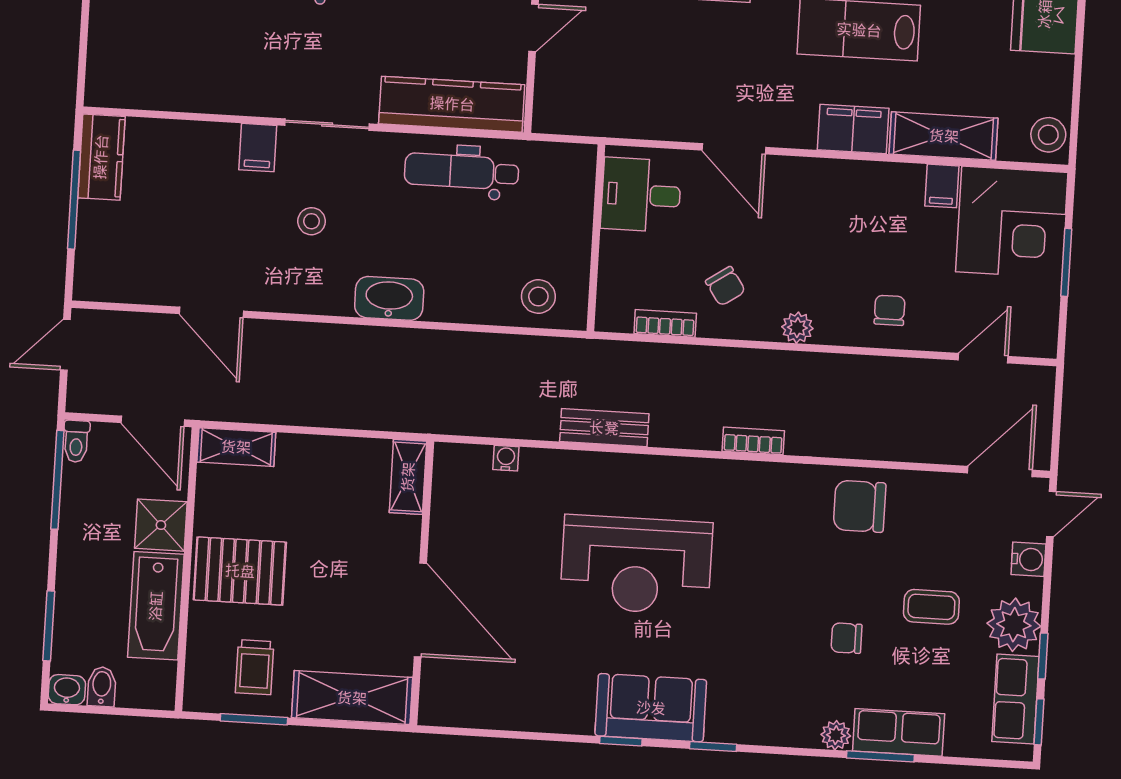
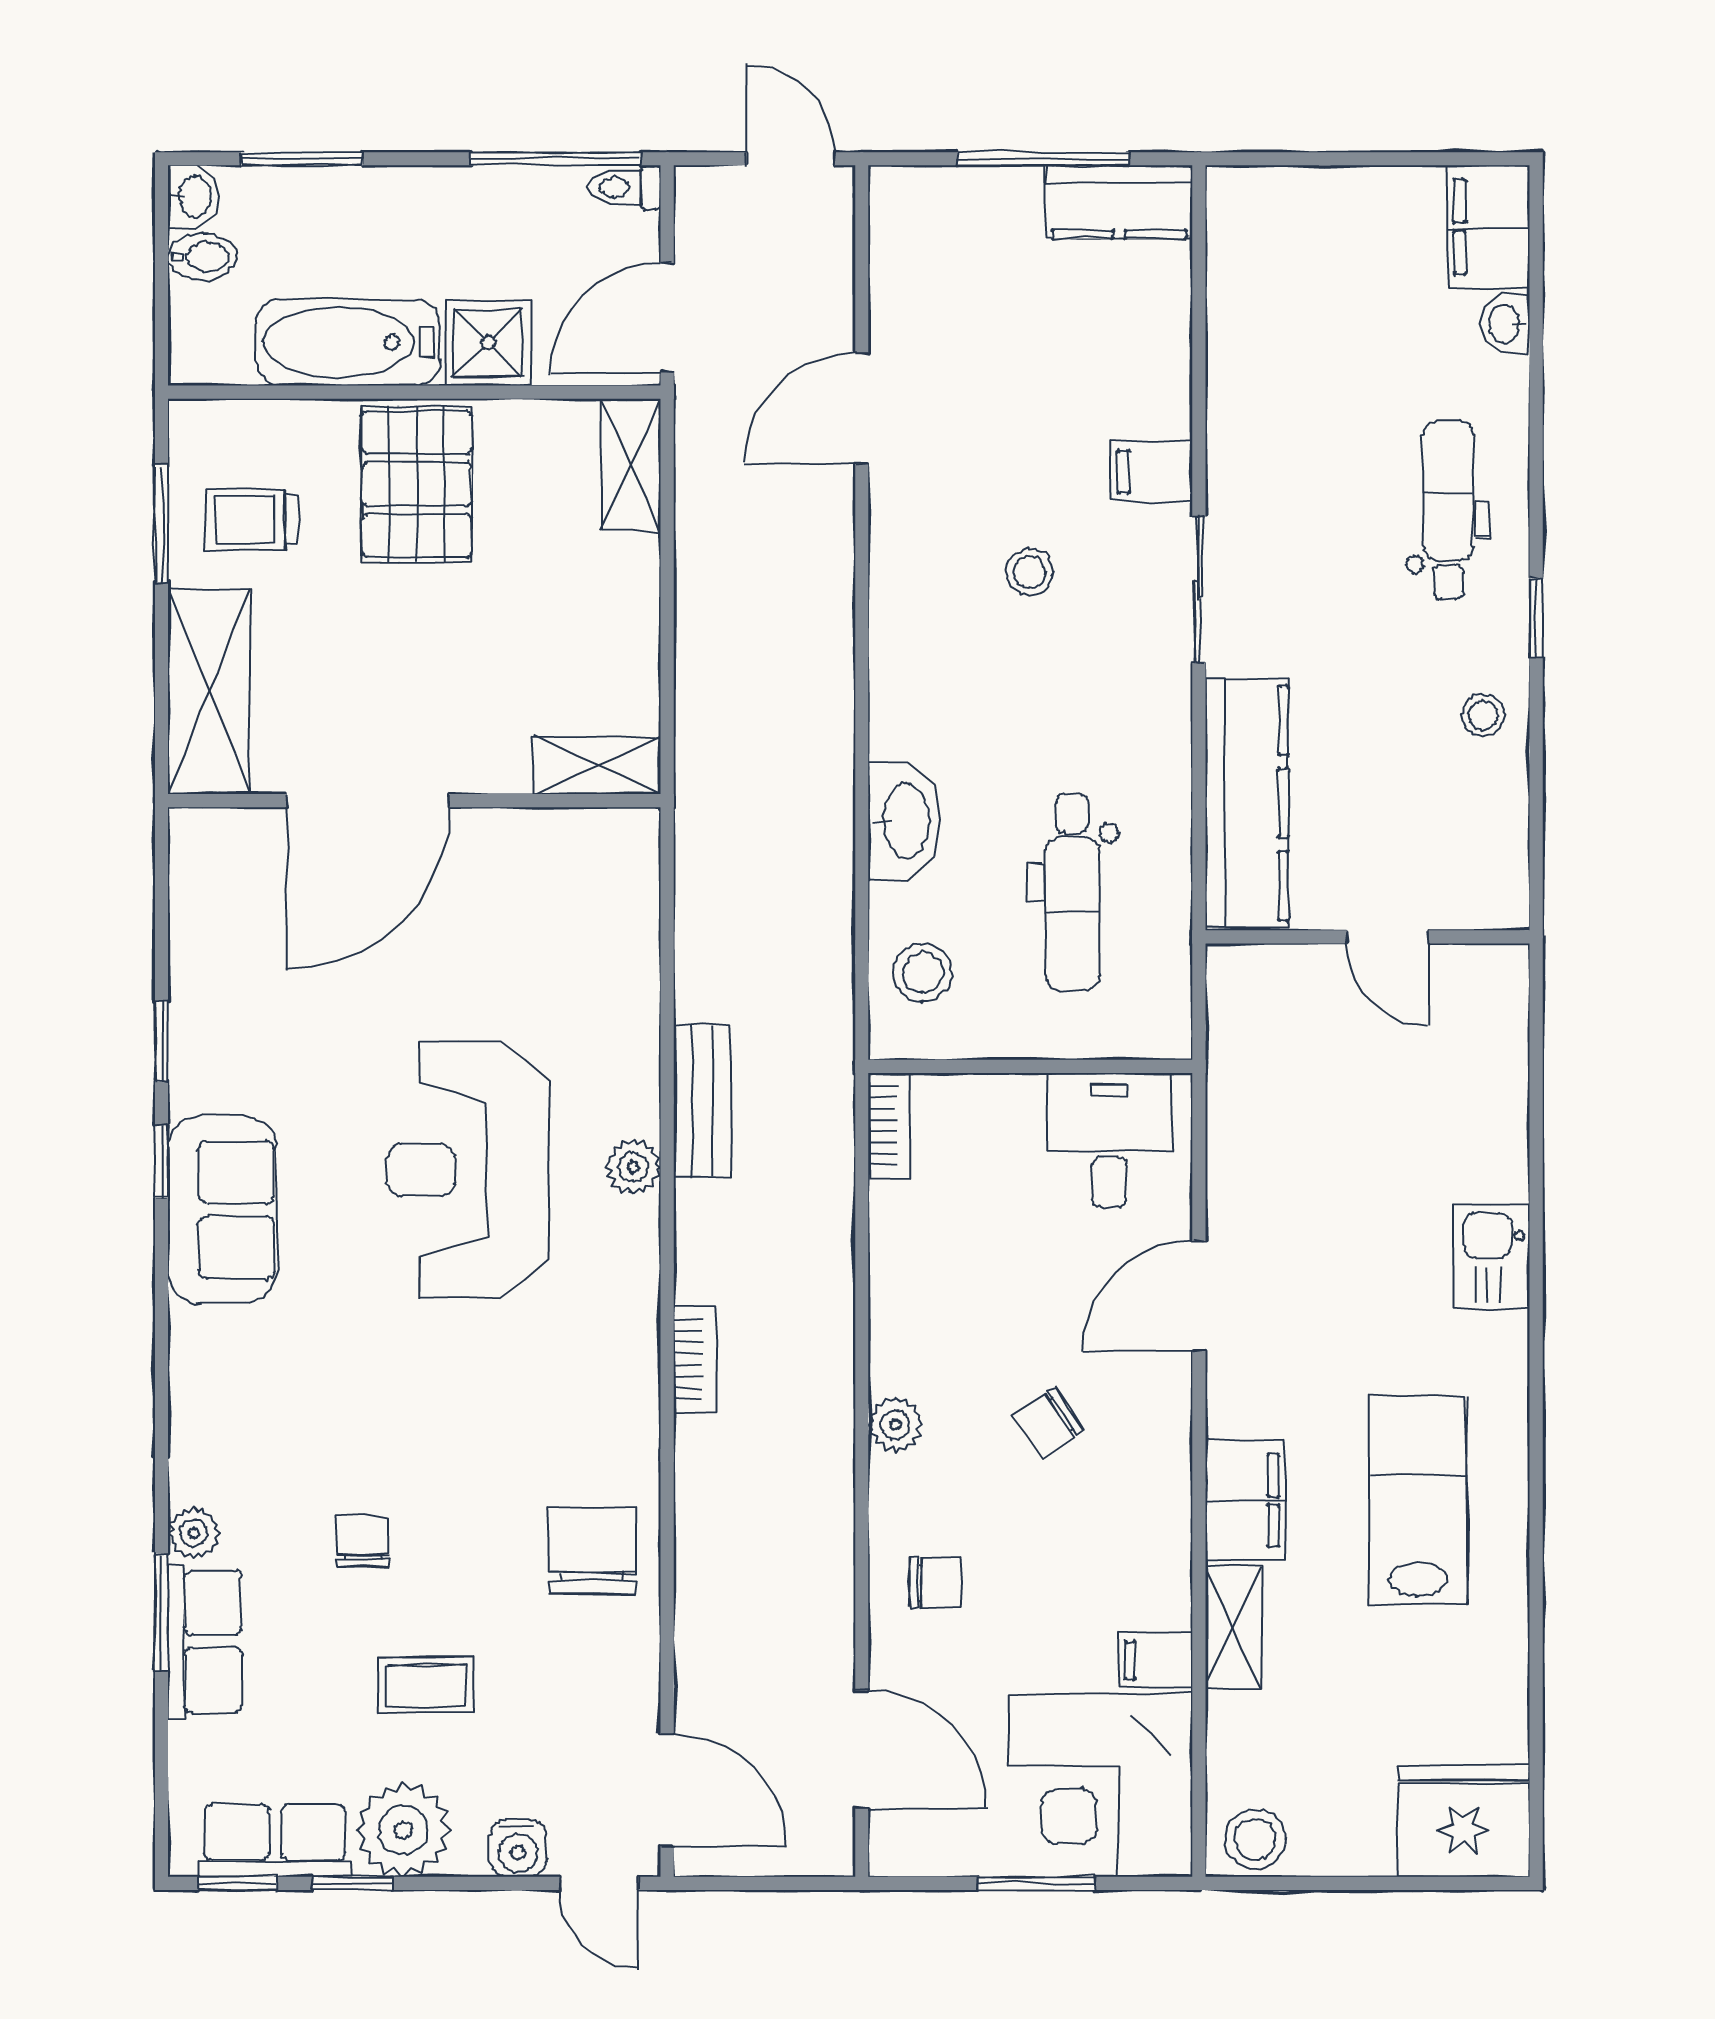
shelving: (944, 136) -> (1233, 1627), width x0.67, depth x0.75
dental chair: (462, 171) -> (1072, 892), moved, turned 180
chair: (725, 286) -> (1048, 1423), moved
washbasin: (389, 298) -> (904, 821), moved
bookcase: (665, 323) -> (889, 1126), moved
door: (983, 358) -> (862, 1749), width x1.38
water cooler: (506, 458) -> (639, 933), removed
plant: (640, 470) -> (633, 1167), added
coffee table: (931, 607) -> (426, 1685), turned 90
window: (713, 747) -> (161, 1041), moved

